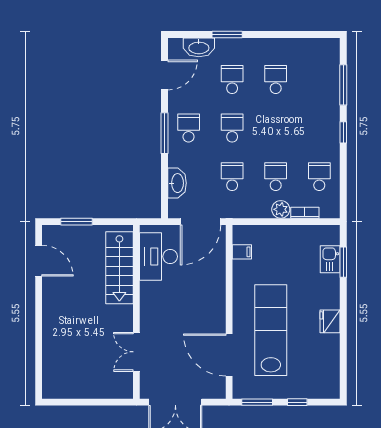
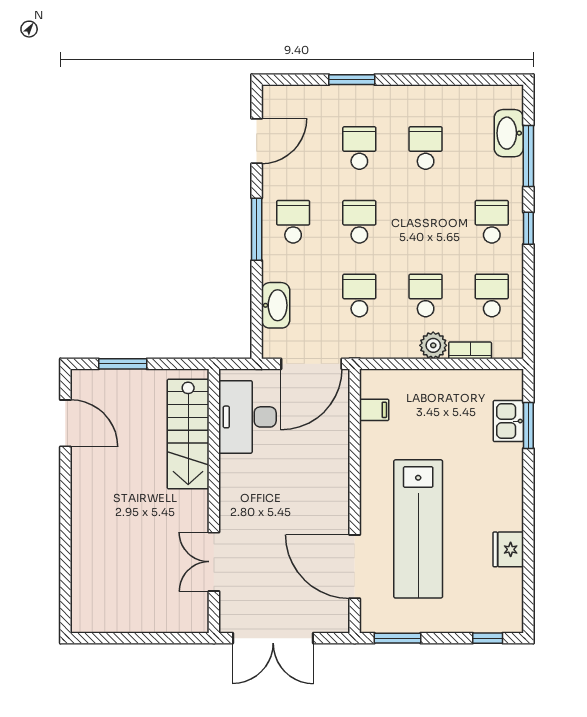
washbasin: (199, 47) -> (509, 133), moved, turned 90
school desk: (319, 128) -> (492, 222), added
fridge: (330, 321) -> (508, 549), moved
lab bench: (271, 330) -> (418, 529), turned 180
window: (297, 402) -> (488, 638), moved

